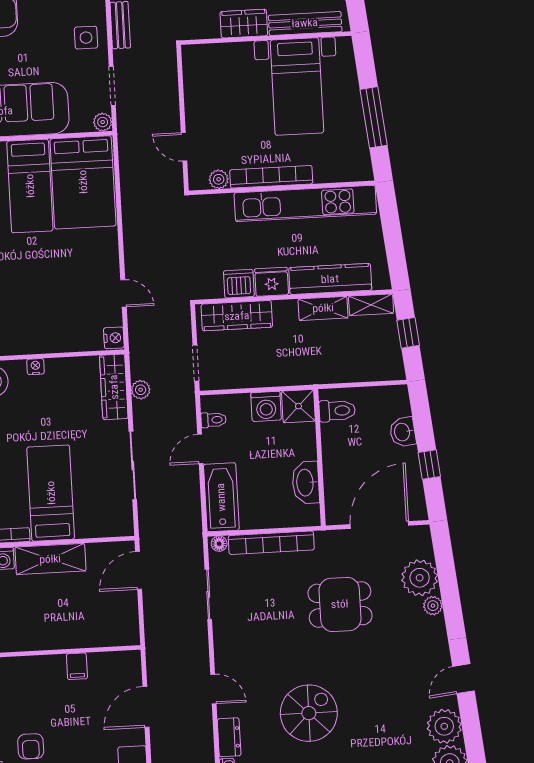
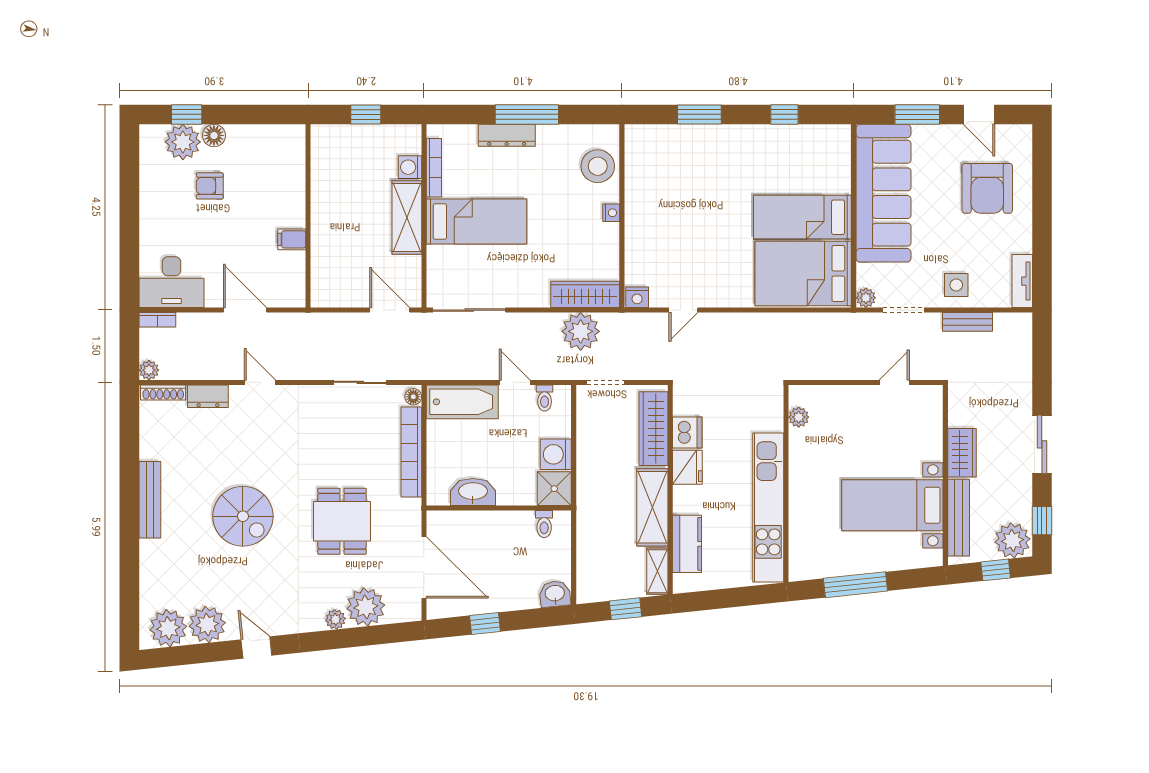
door: (184, 147) -> (894, 382), moved
bookcase: (271, 177) -> (798, 473), removed
kitchen counter: (330, 279) -> (687, 544), width x0.67
shelving: (323, 308) -> (652, 507), width x1.50, depth x1.33
plant: (141, 390) -> (581, 331), width x1.88, depth x1.88
toilet: (337, 411) -> (544, 524), width x0.73, depth x0.72
washbasin: (403, 432) -> (555, 594), moved
sliding door: (133, 465) -> (469, 310), moved
door: (213, 689) -> (260, 382), swing flipped
spiral stairs: (309, 713) -> (243, 516), moved

